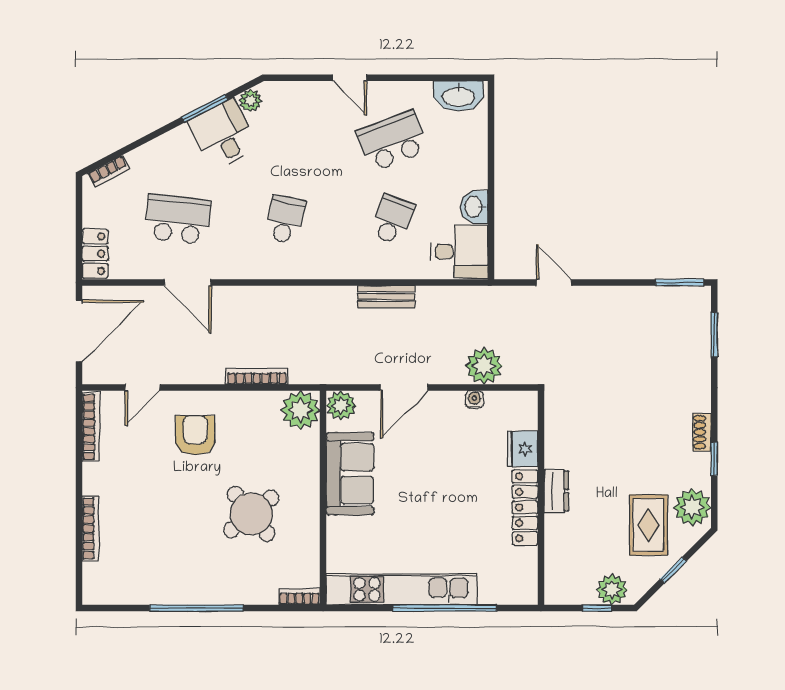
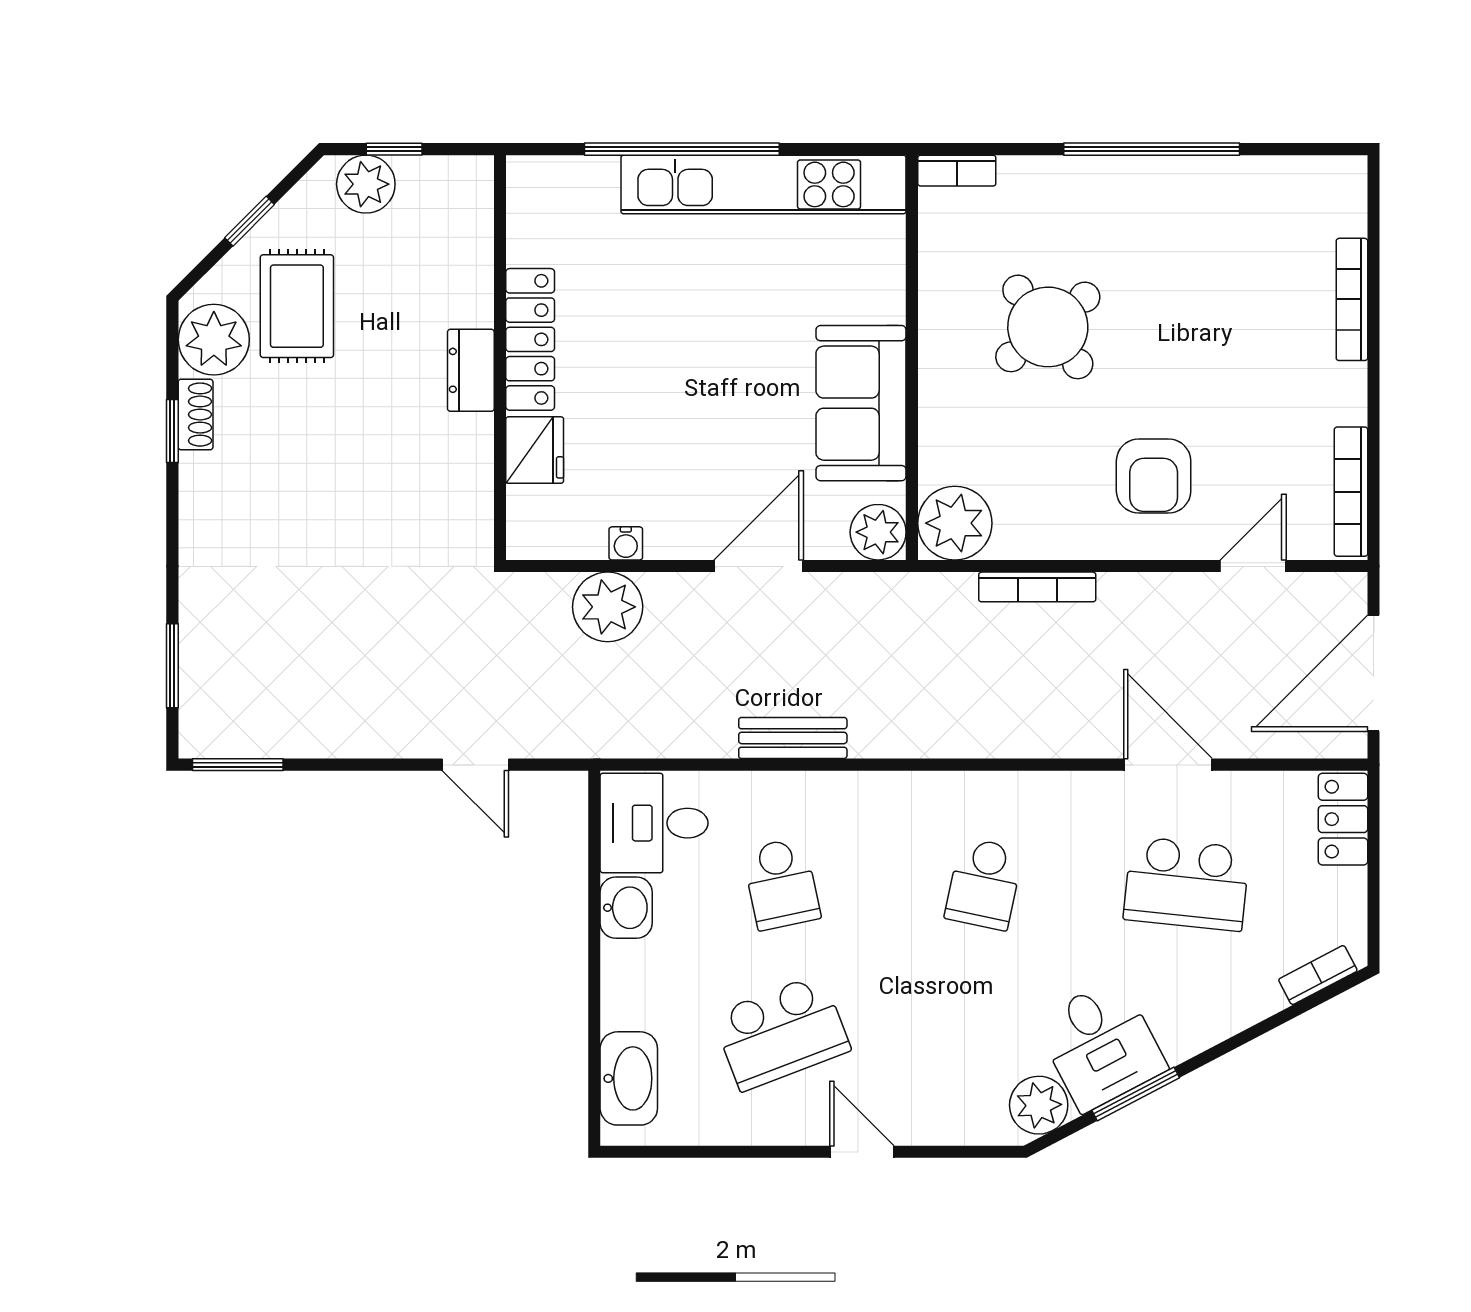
washbasin: (458, 96) -> (629, 1078), moved, turned 90
plant: (250, 101) -> (1039, 1105), width x1.38, depth x1.38
school desk: (392, 219) -> (781, 884), turned -33
shoe rack: (702, 432) -> (196, 415), moved

